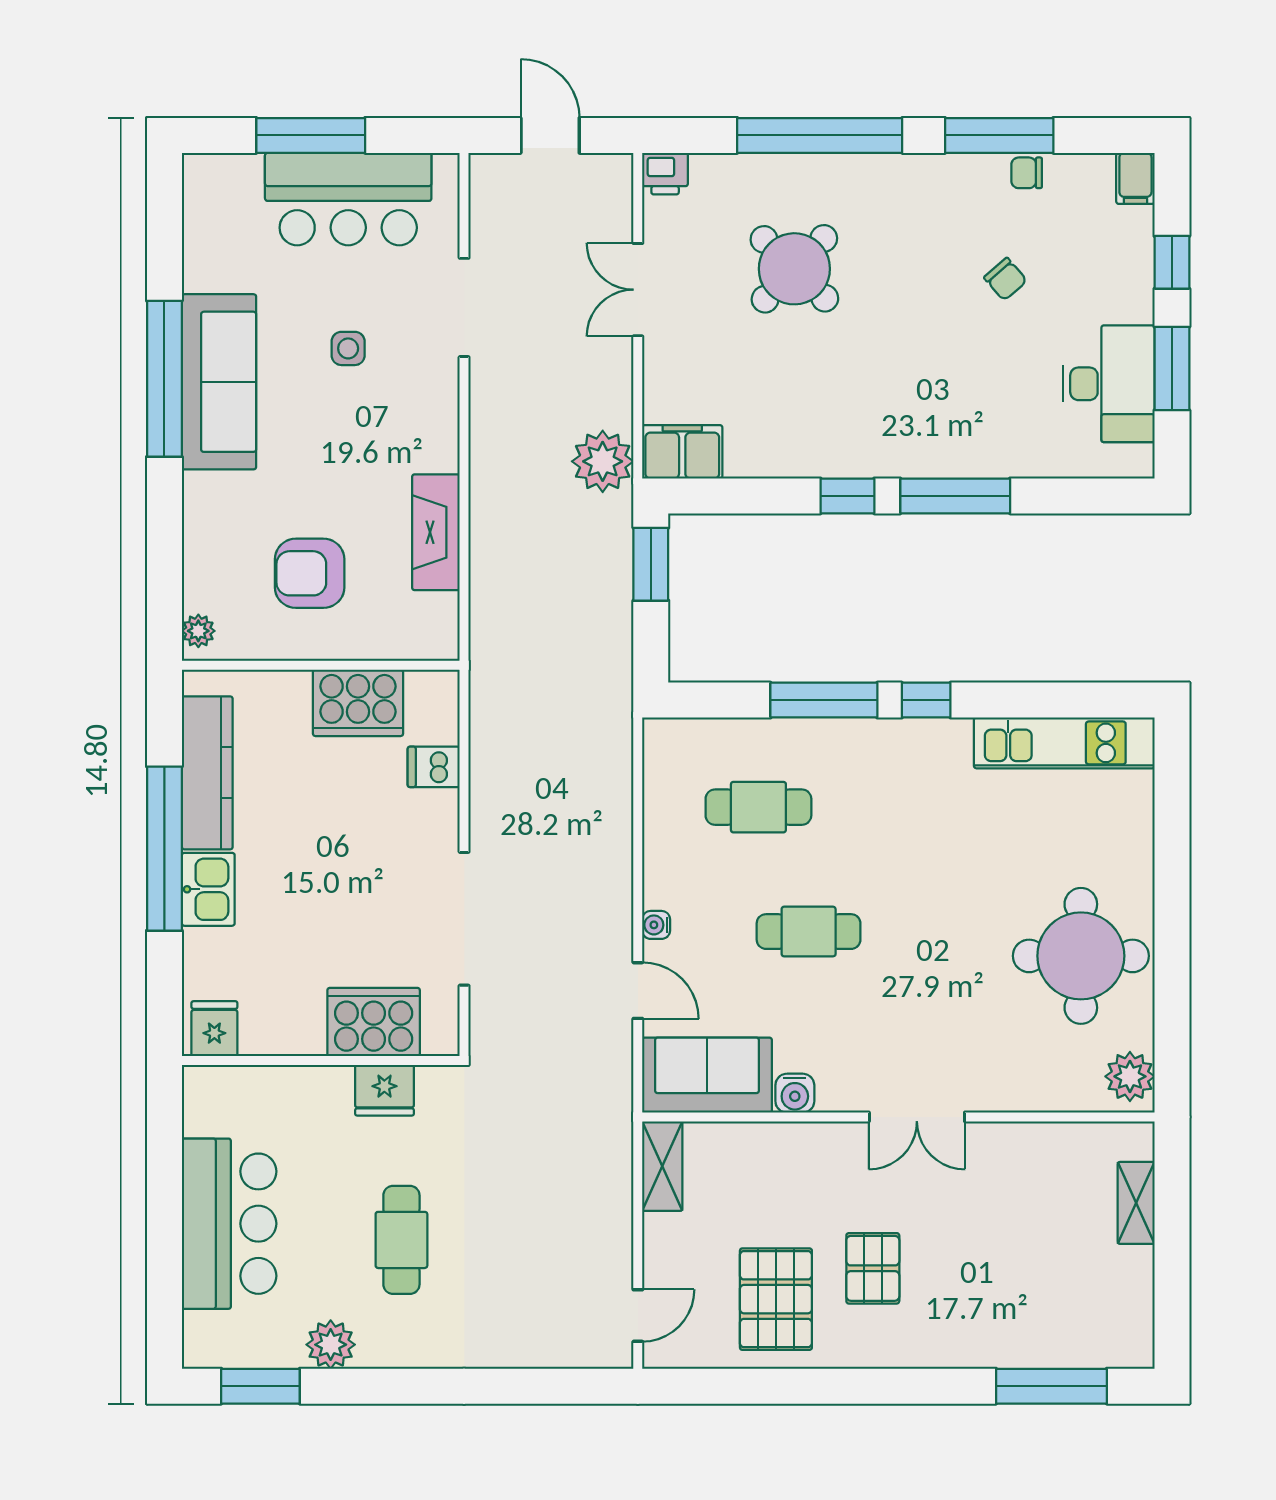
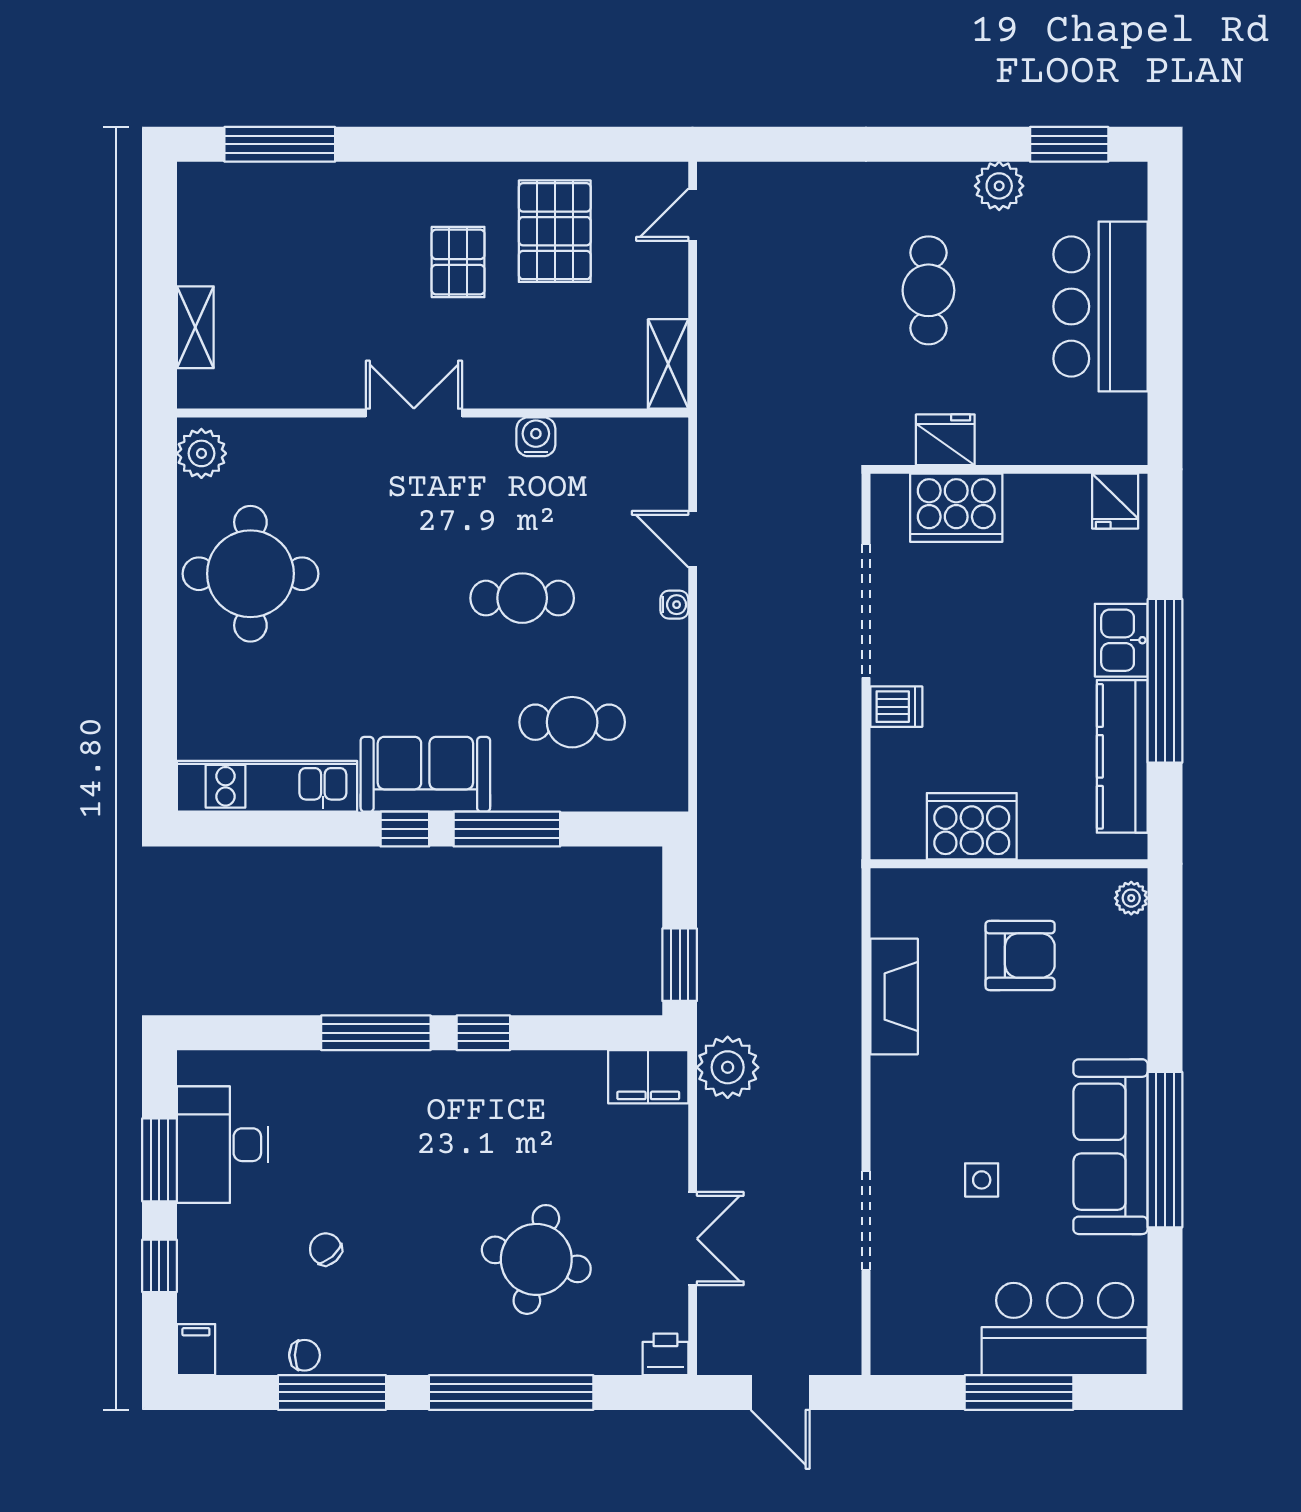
bar counter: (348, 199) -> (1065, 1329), moved
round table: (794, 269) -> (536, 1259), turned -31
dishwasher: (434, 767) -> (896, 707), moved
sofa: (707, 1075) -> (425, 774), moved, turned 180

